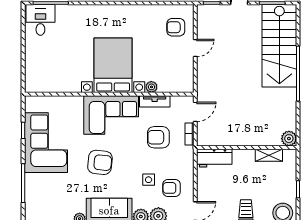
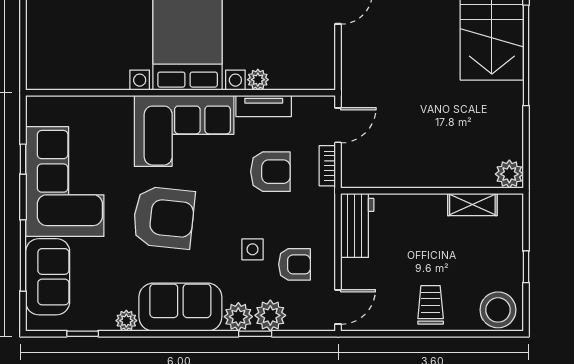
armchair: (158, 137) -> (270, 172), turned 180
workbench: (214, 158) -> (357, 225), moved, turned -90
armchair: (100, 162) -> (164, 218), width x1.36, depth x1.36
armchair: (172, 188) -> (295, 264), turned 180
sofa: (37, 195) -> (48, 277), added

